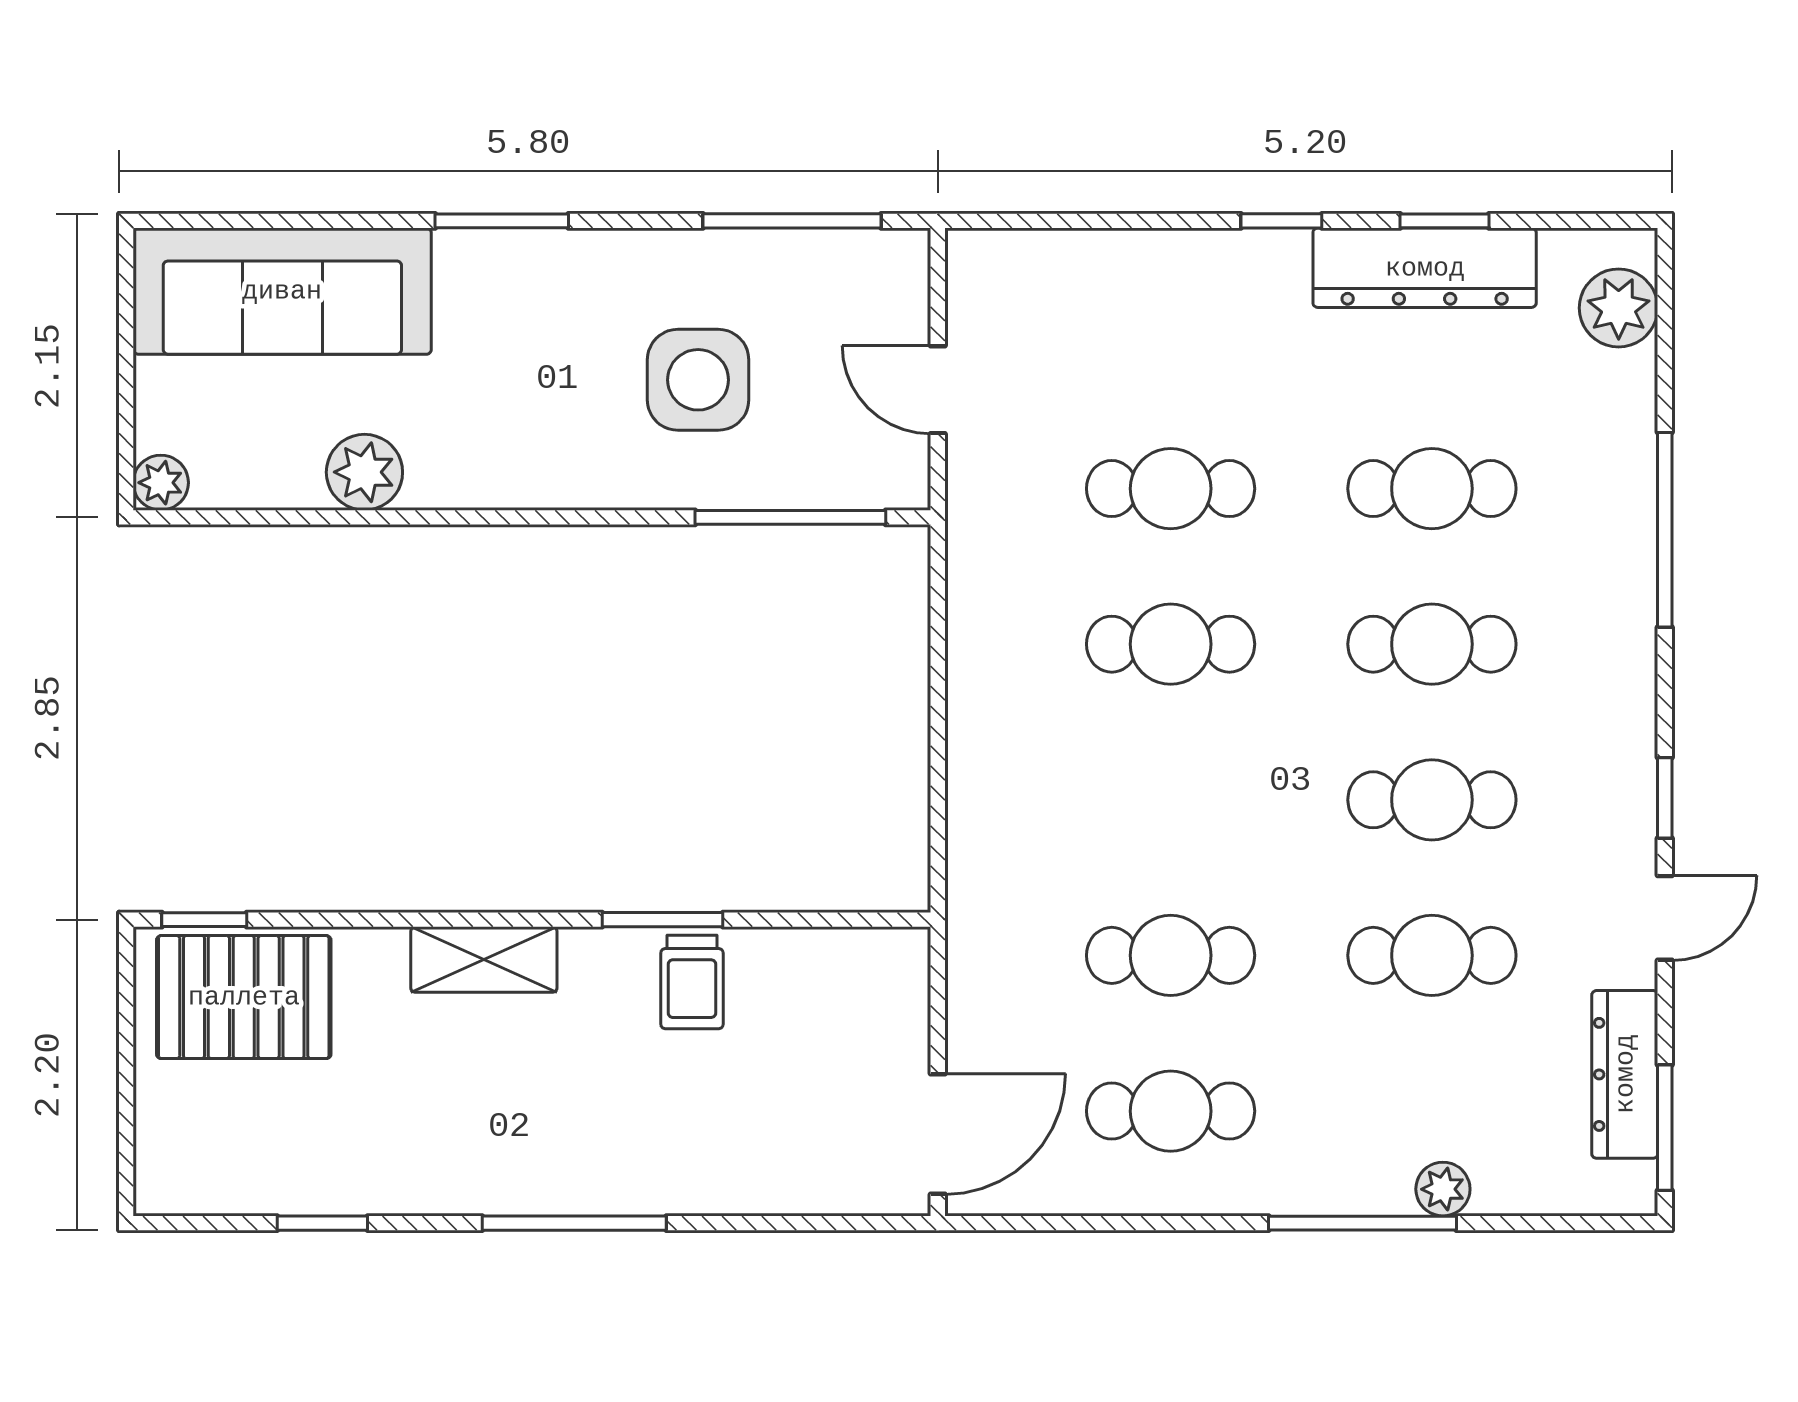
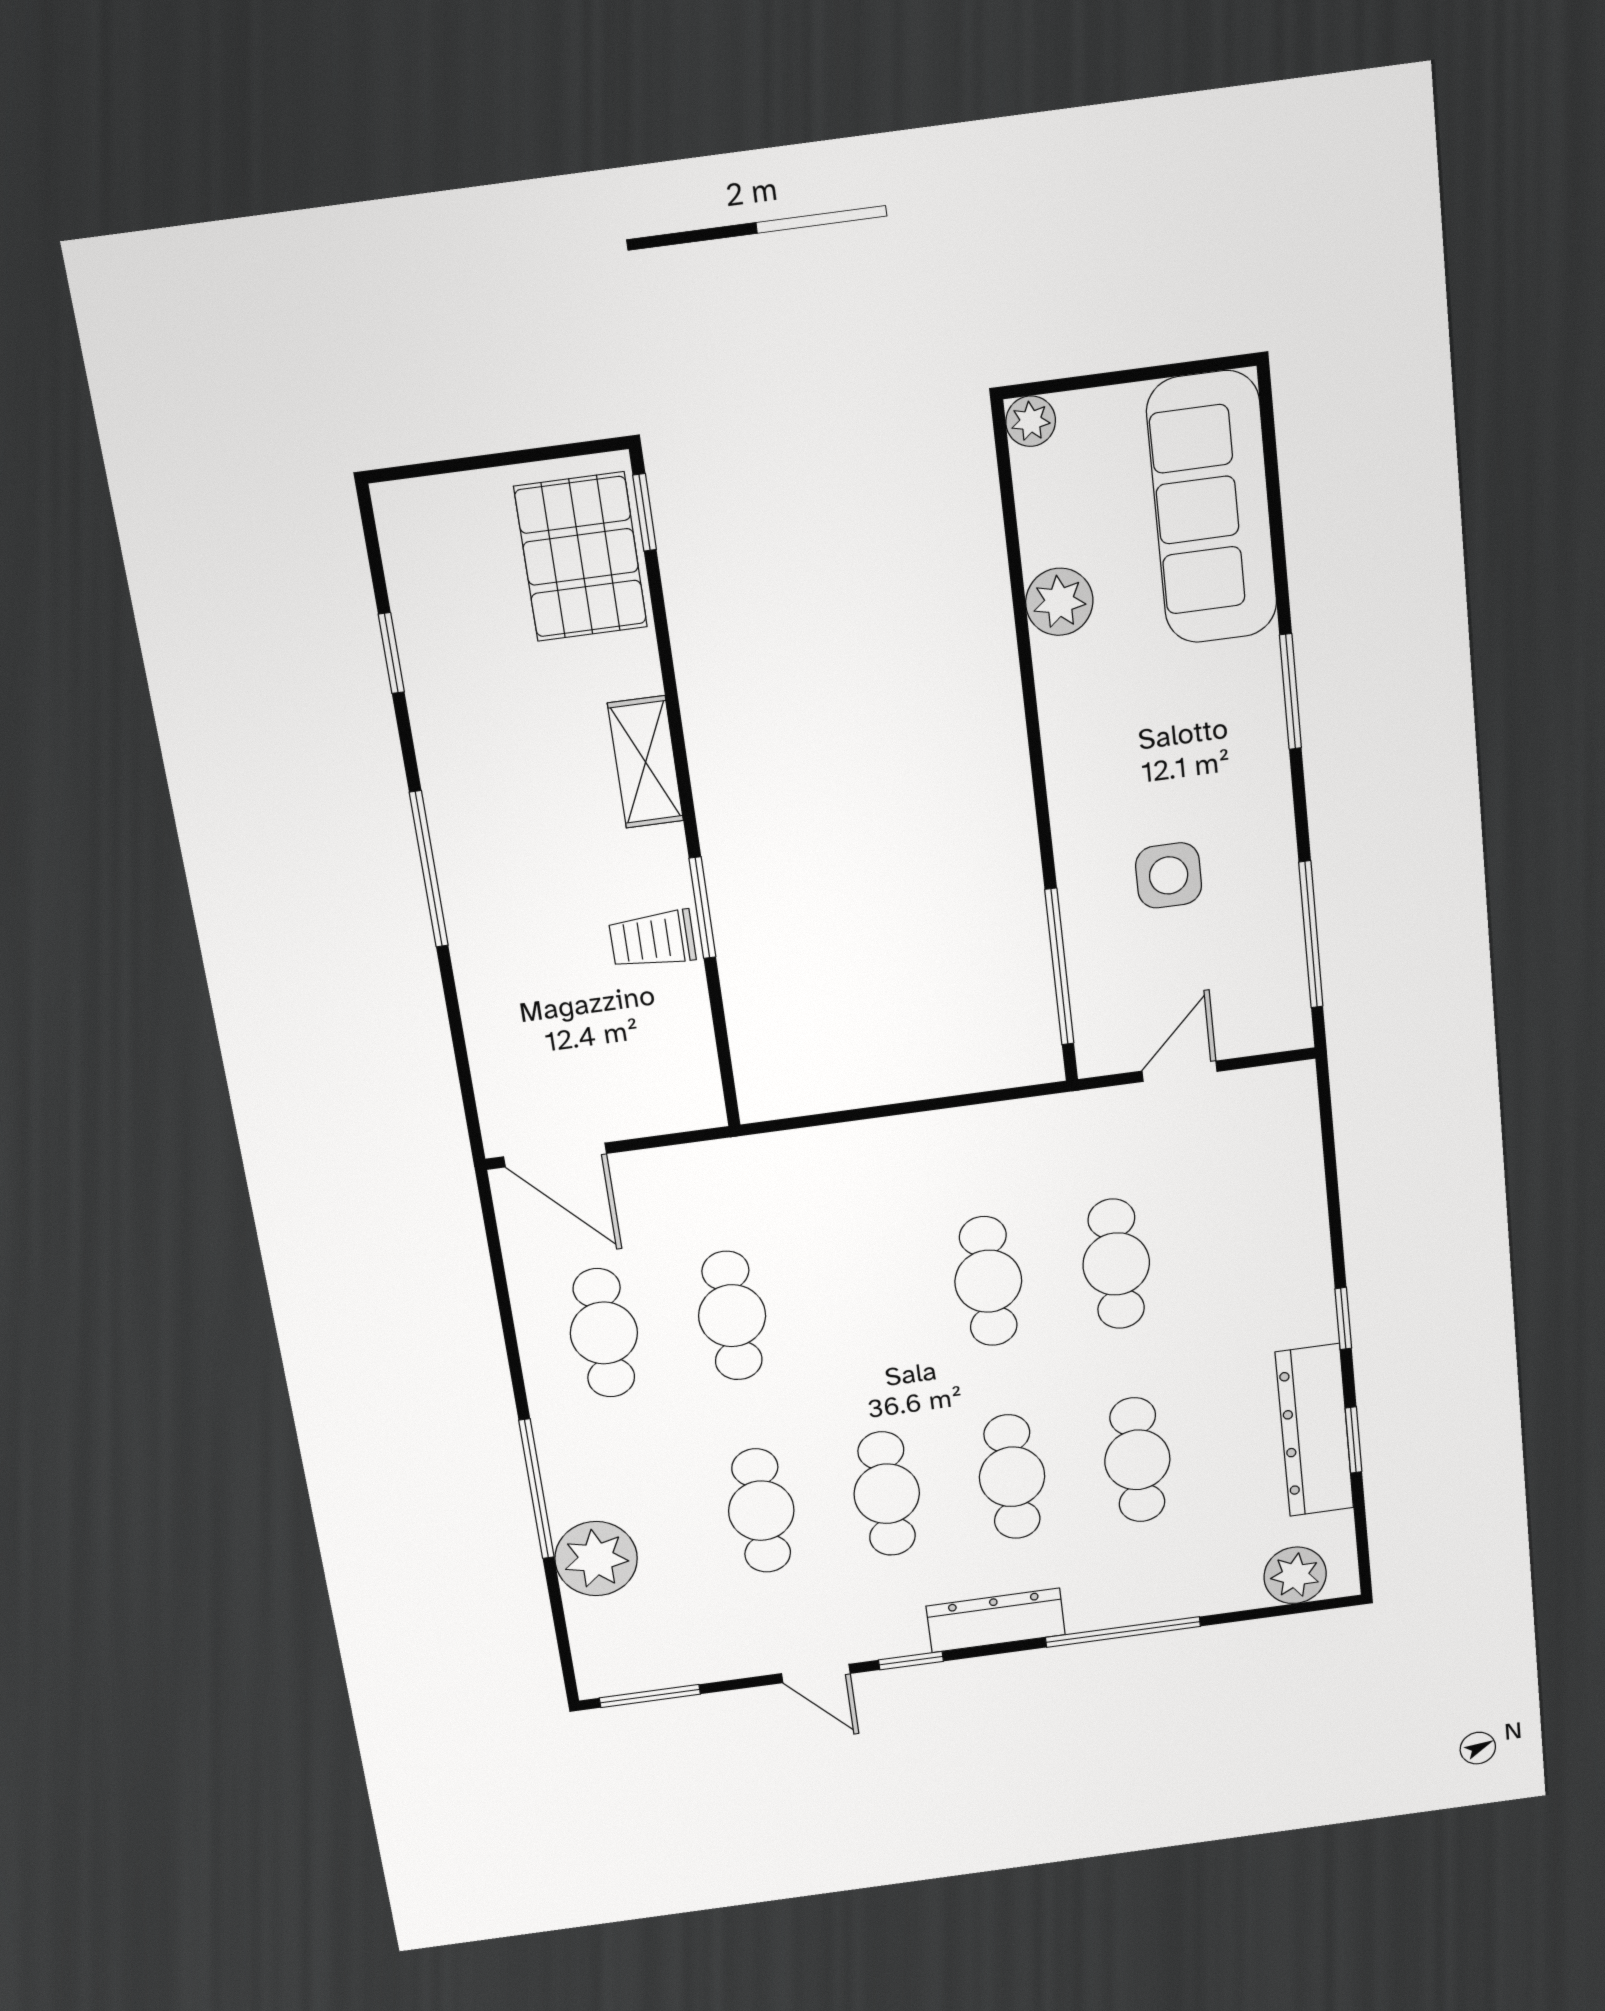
side table: (698, 380) -> (1169, 875), width x0.73, depth x0.73
dresser: (1625, 1074) -> (996, 1620), moved
plant: (1443, 1189) -> (596, 1559), width x1.88, depth x1.88

